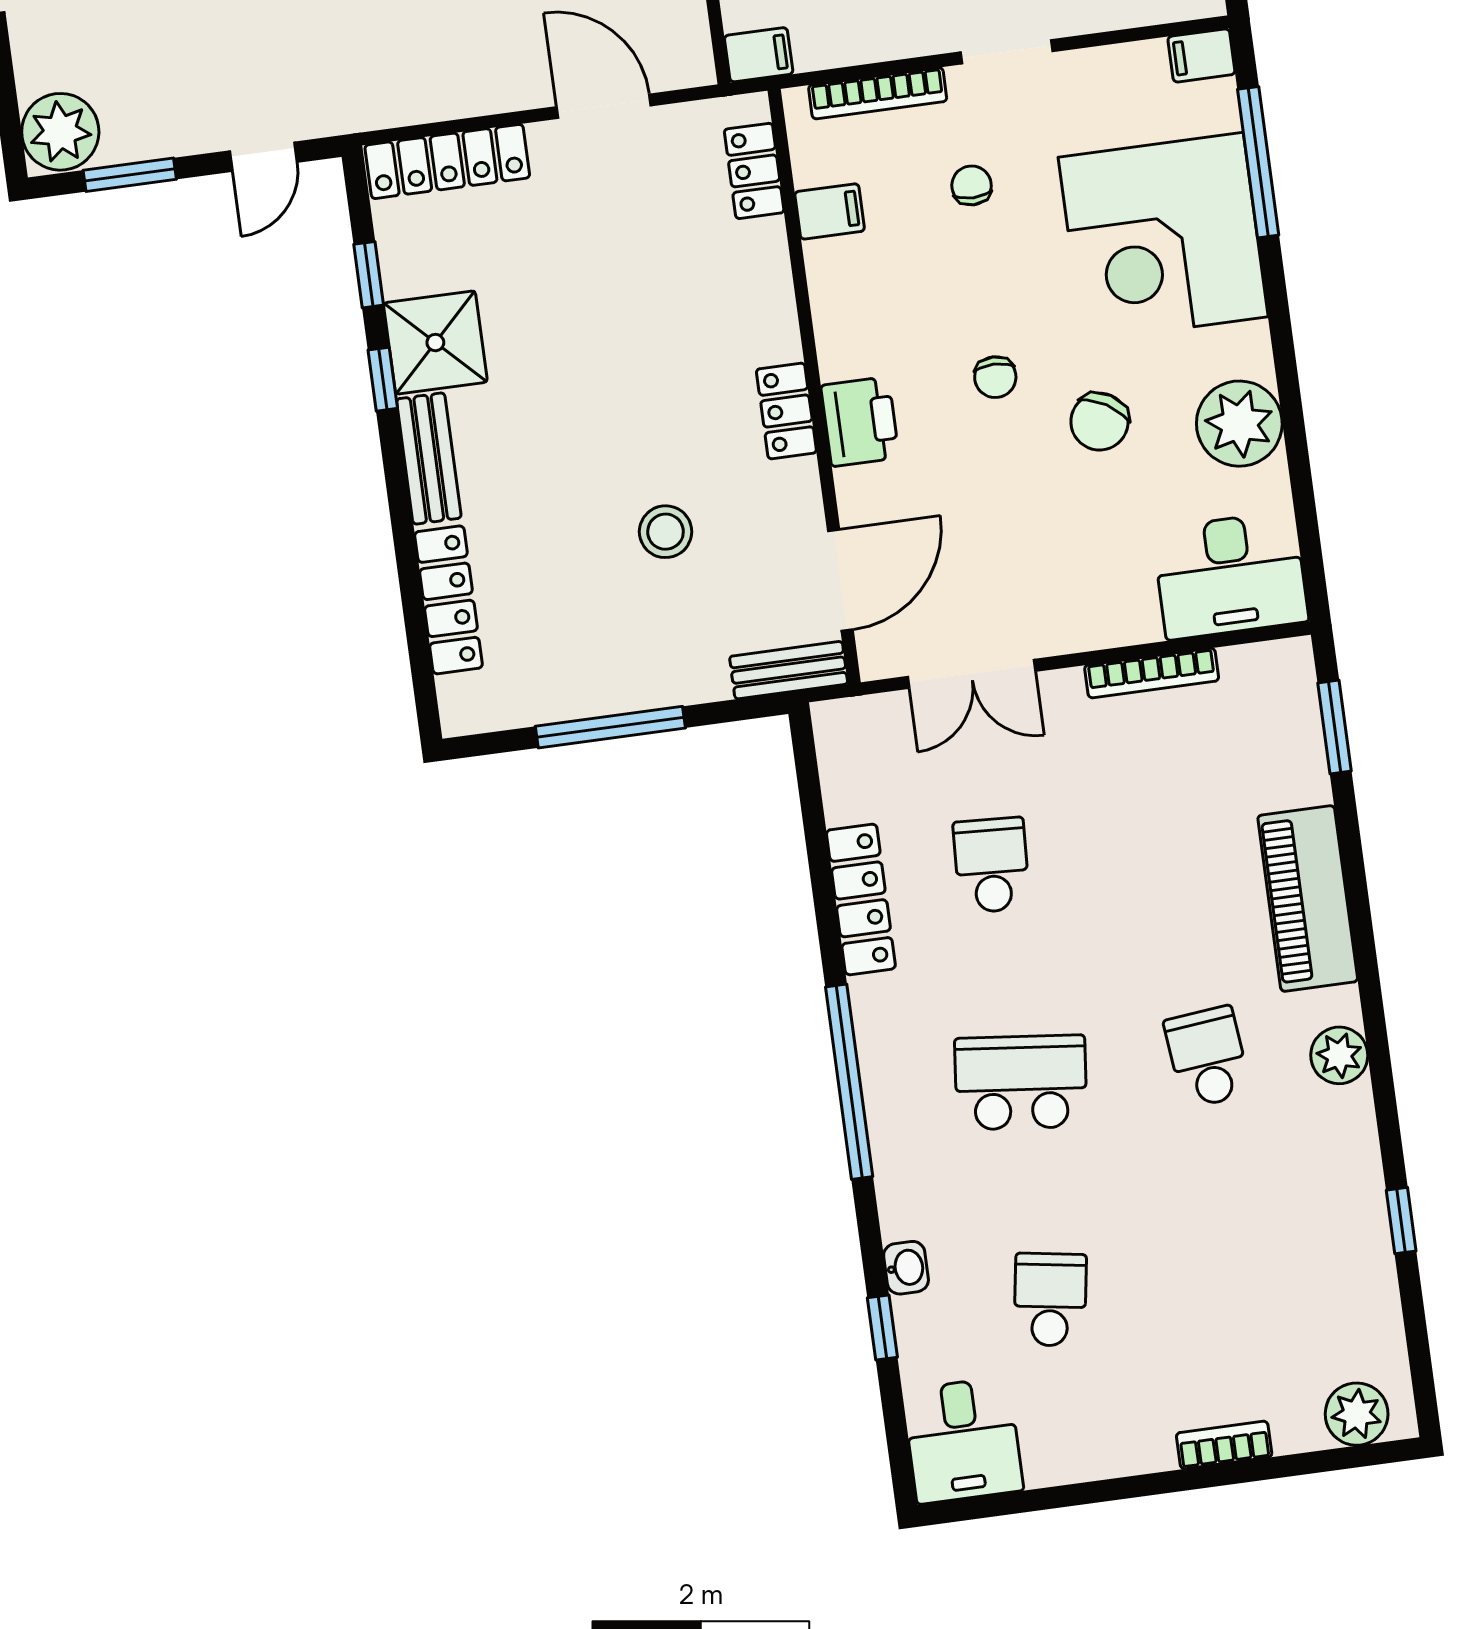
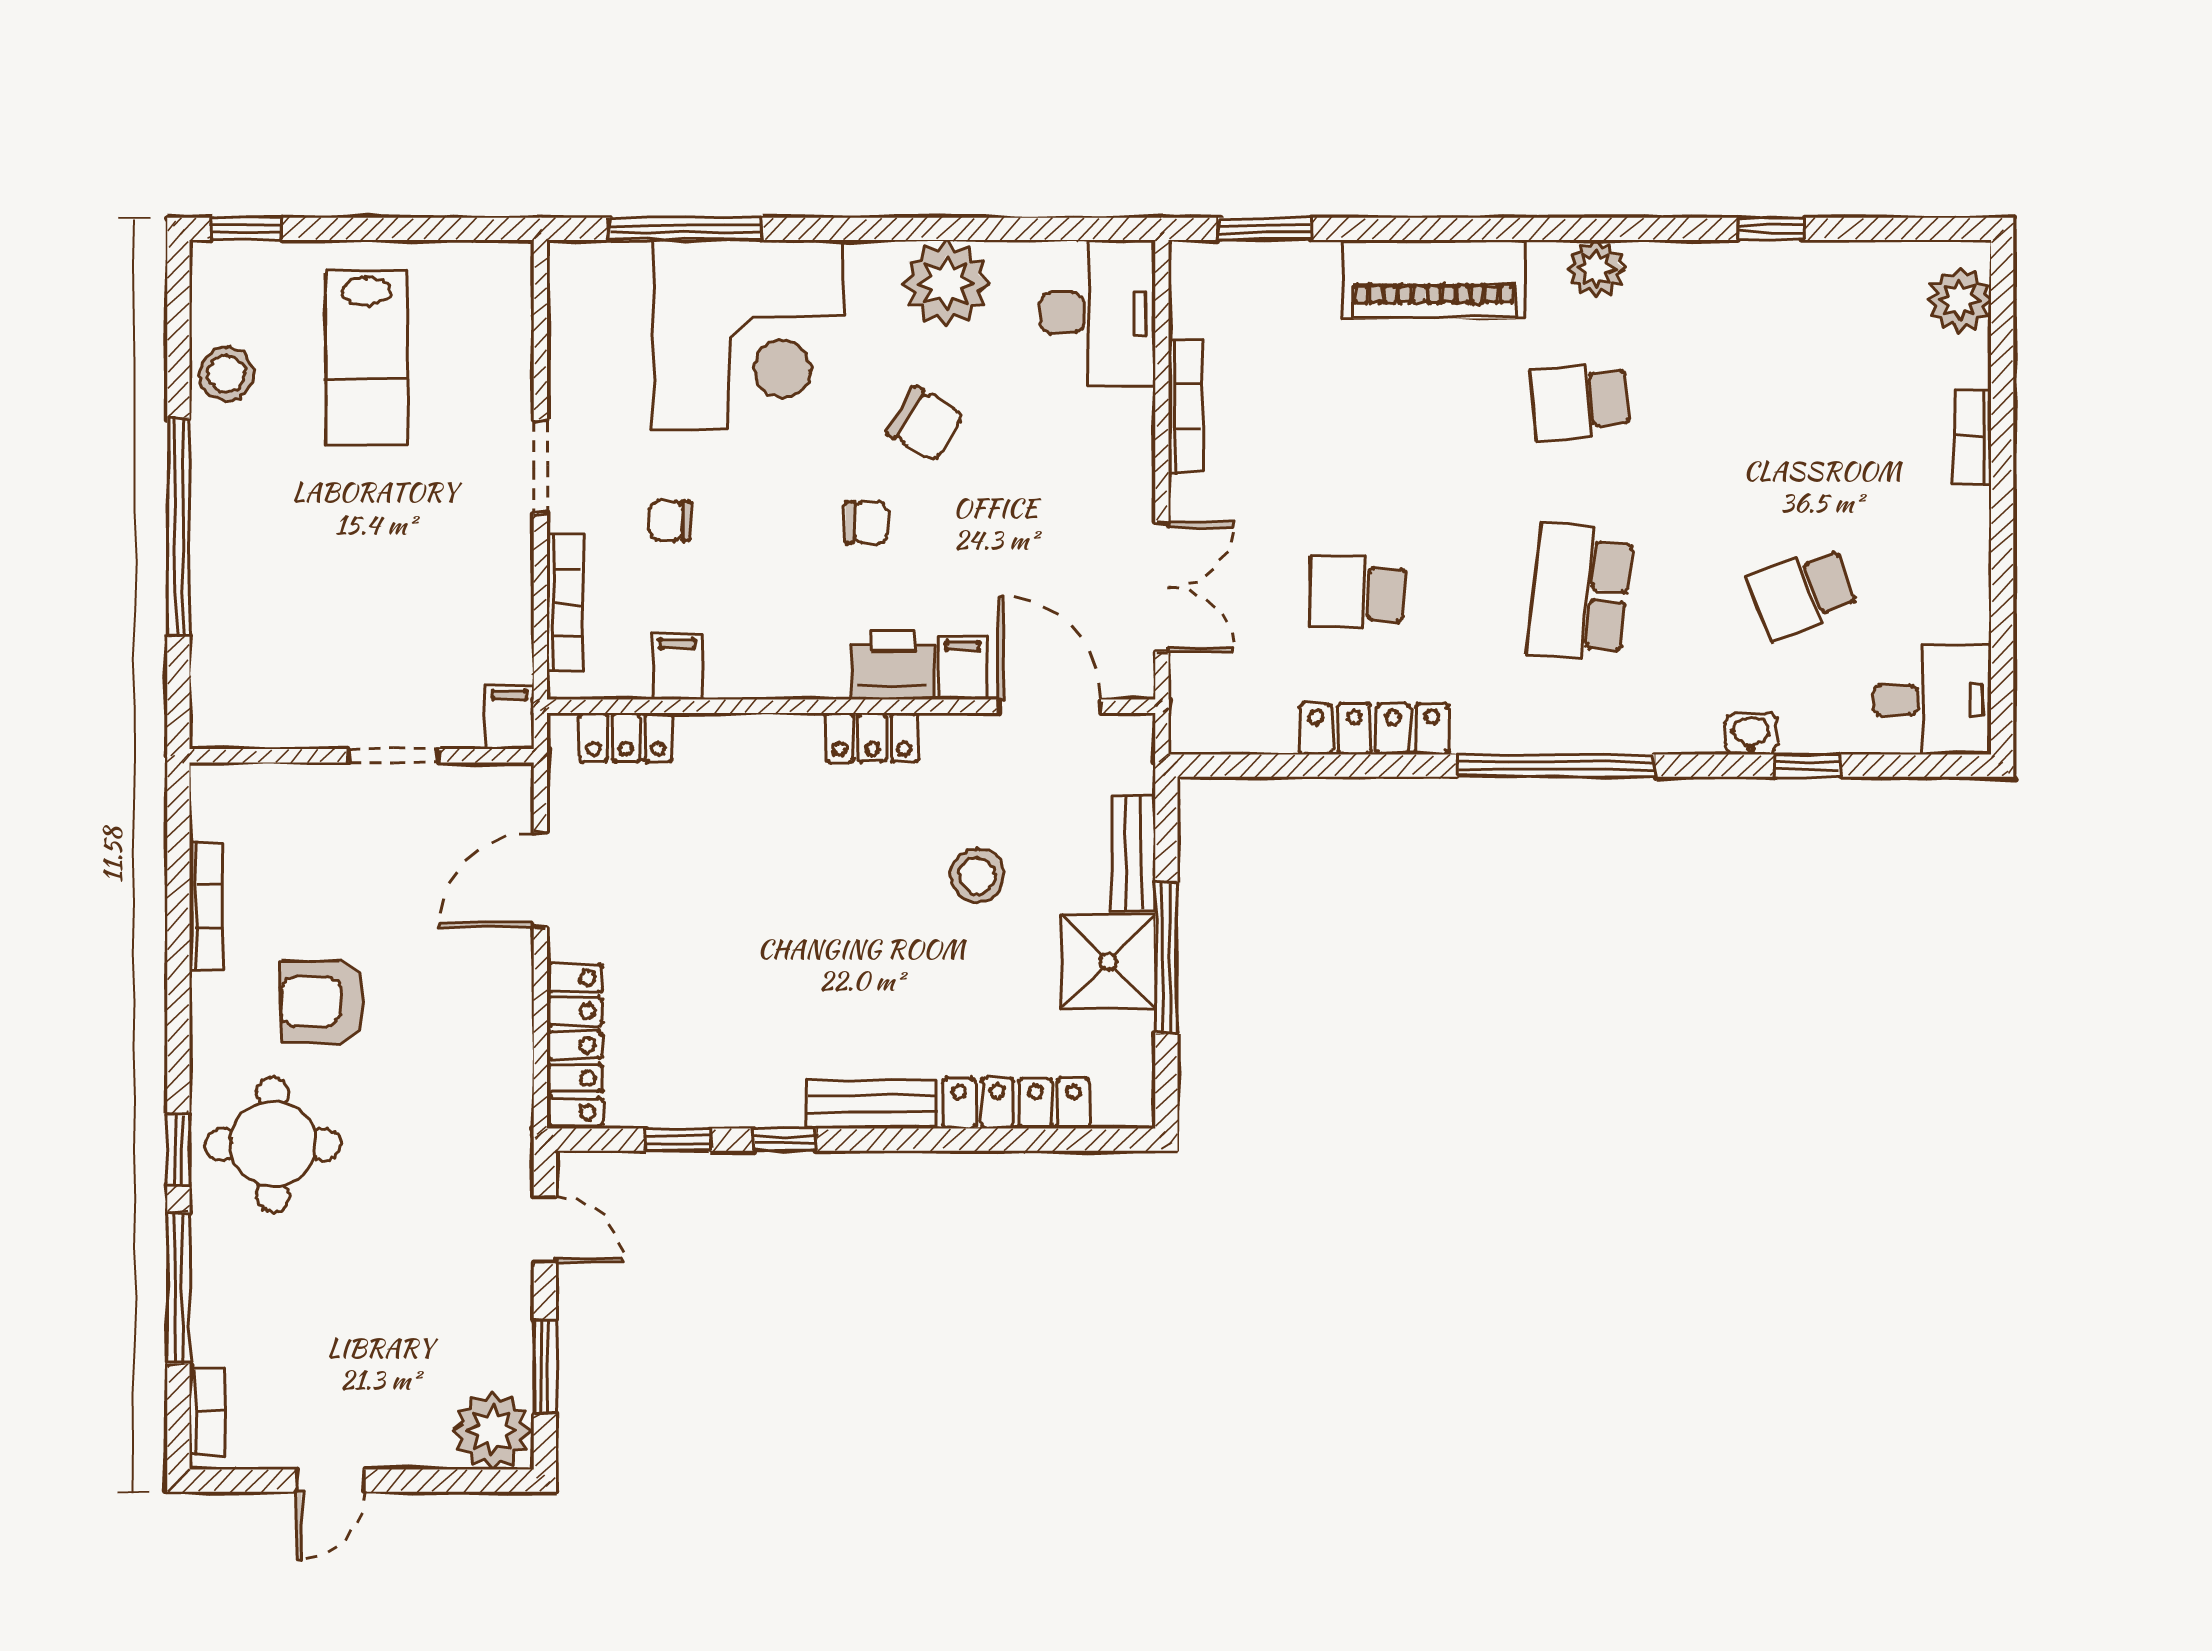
filing cabinet: (1201, 55) -> (963, 668), moved, turned 180
shower: (435, 343) -> (1108, 961), moved
bench: (789, 670) -> (1133, 852), moved
school desk: (1050, 1300) -> (1803, 593), turned -30

